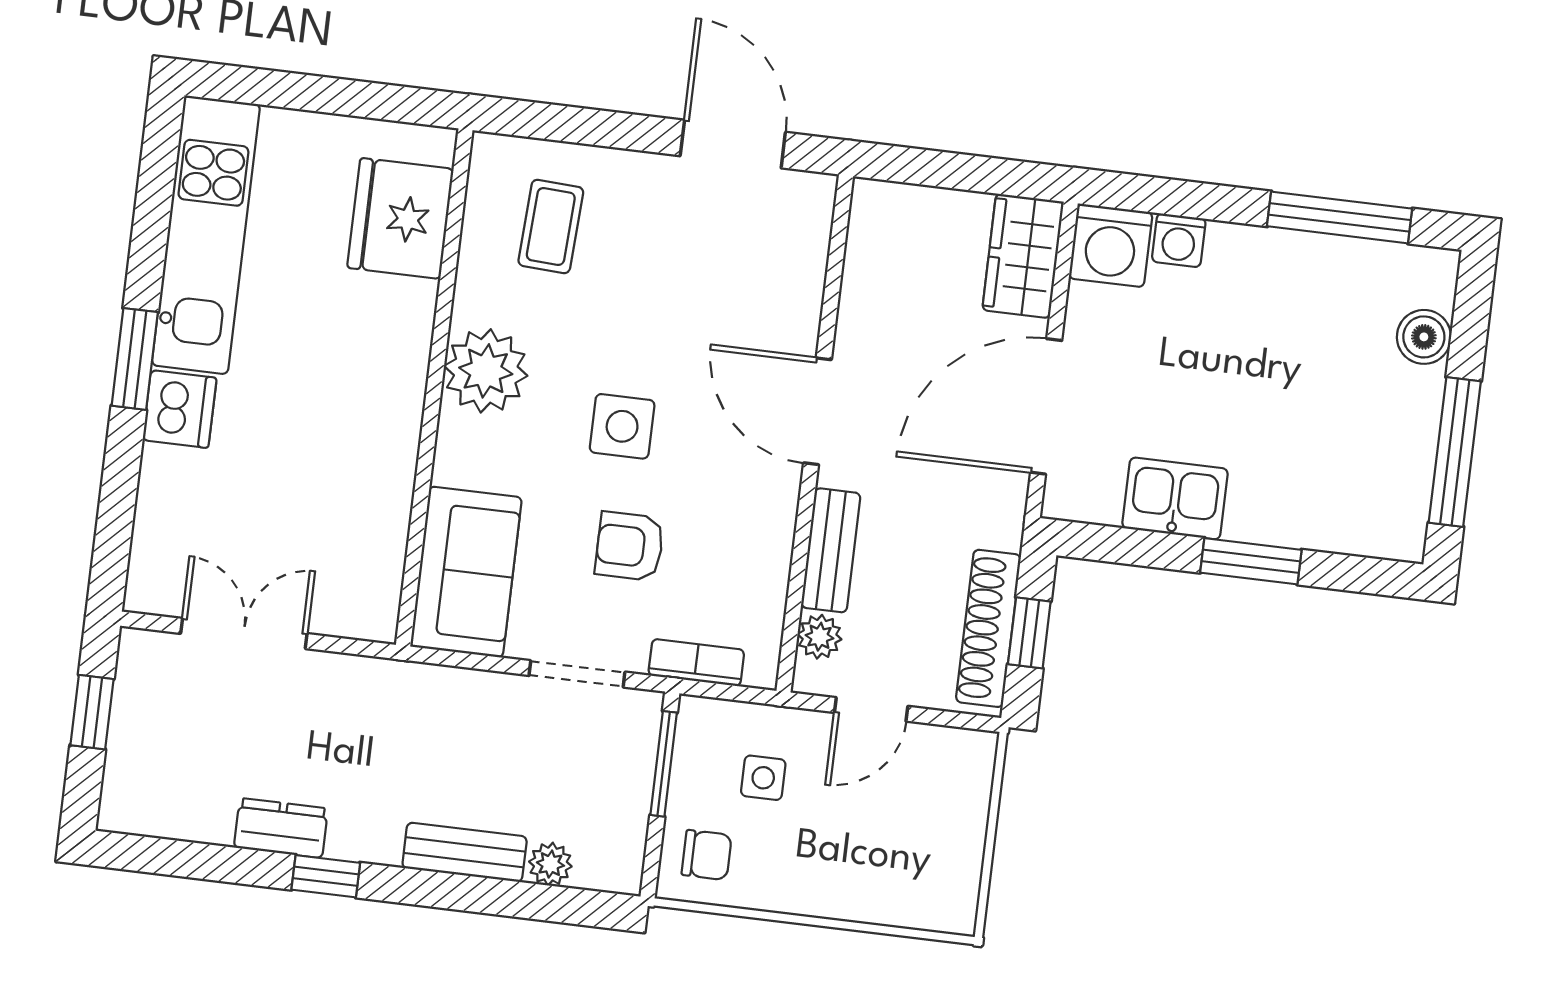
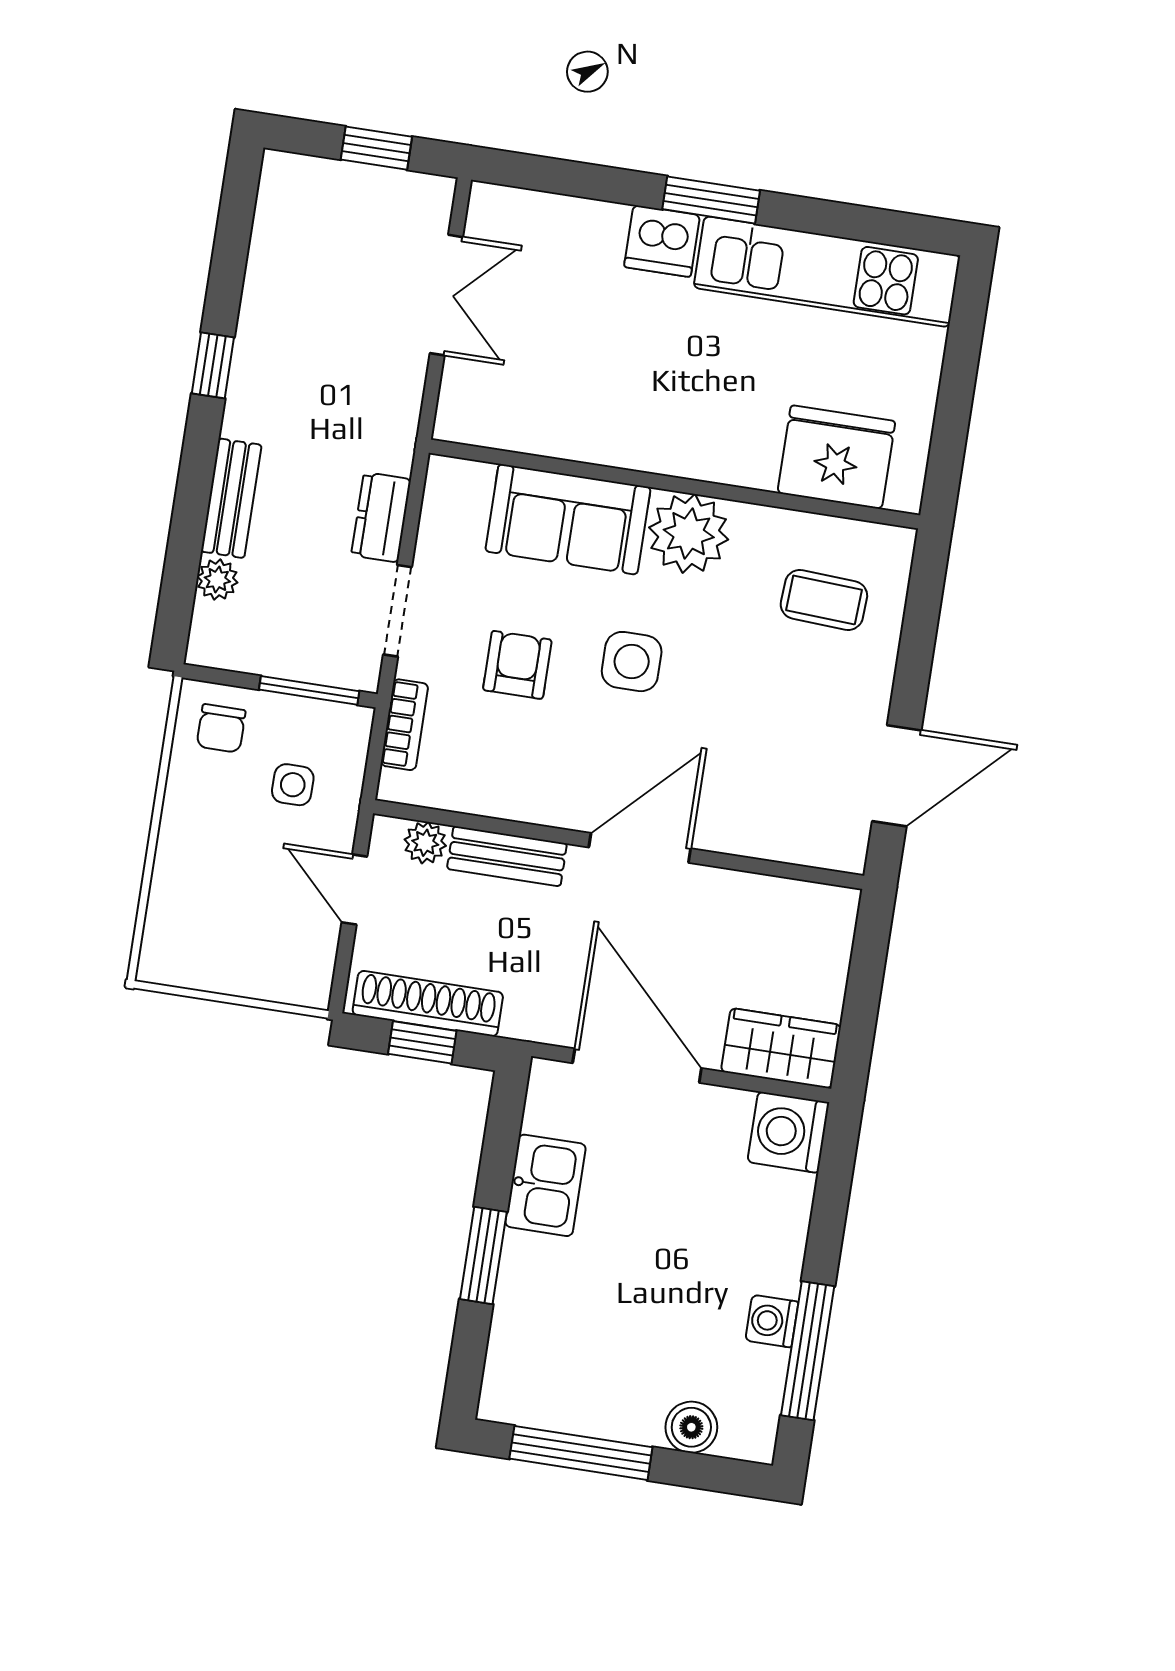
washing machine: (1179, 240) -> (772, 1321), moved
sofa: (466, 572) -> (568, 519), moved
dresser: (281, 828) -> (381, 517), moved, turned 180

